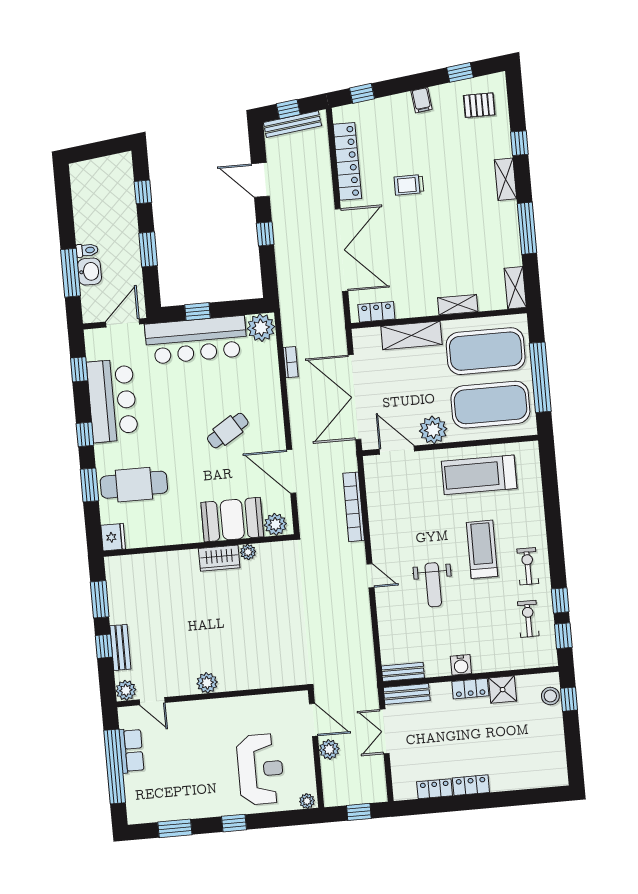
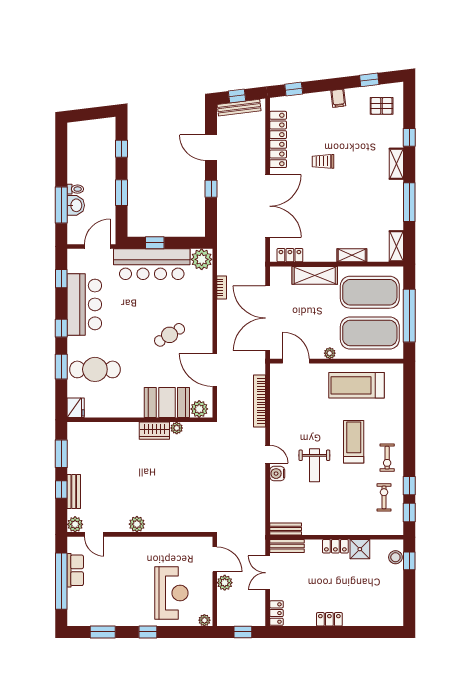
plant: (433, 430) -> (330, 353), width x0.53, depth x0.53
exercise bike: (528, 566) -> (387, 458), turned 180
water cooler: (461, 665) -> (277, 474), moved, turned 90
locker: (435, 789) -> (276, 613), moved, turned 90

